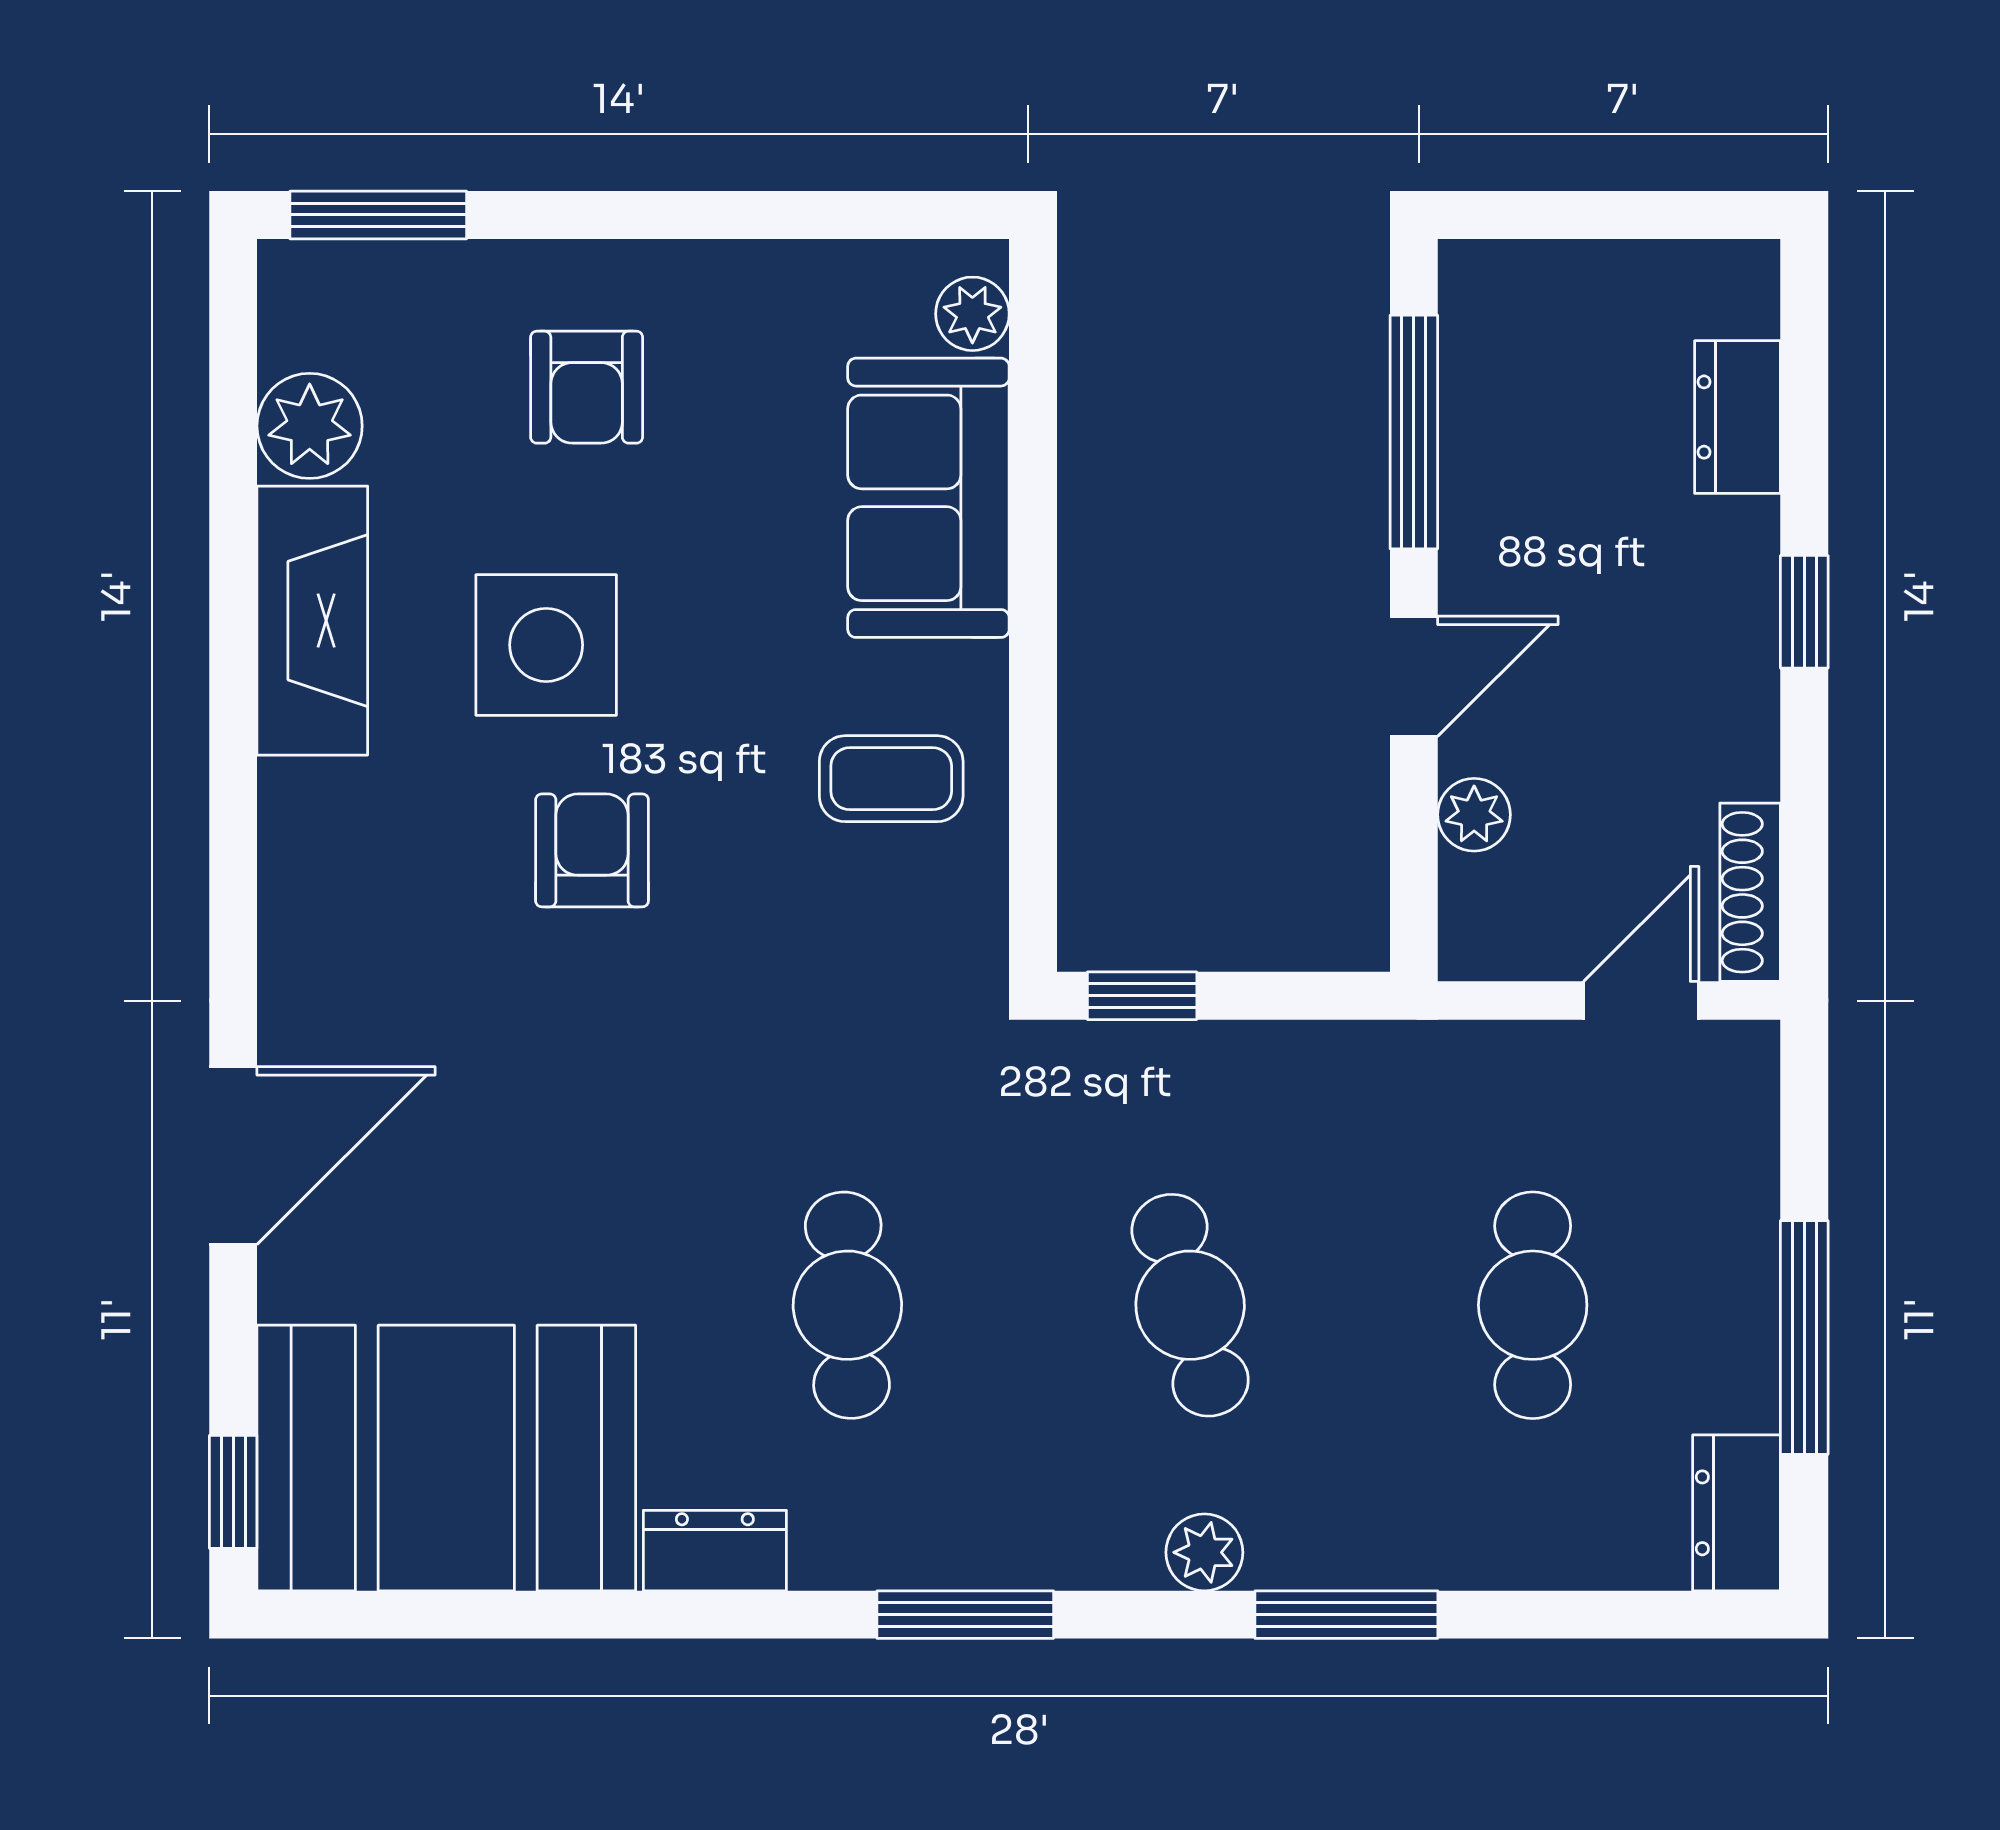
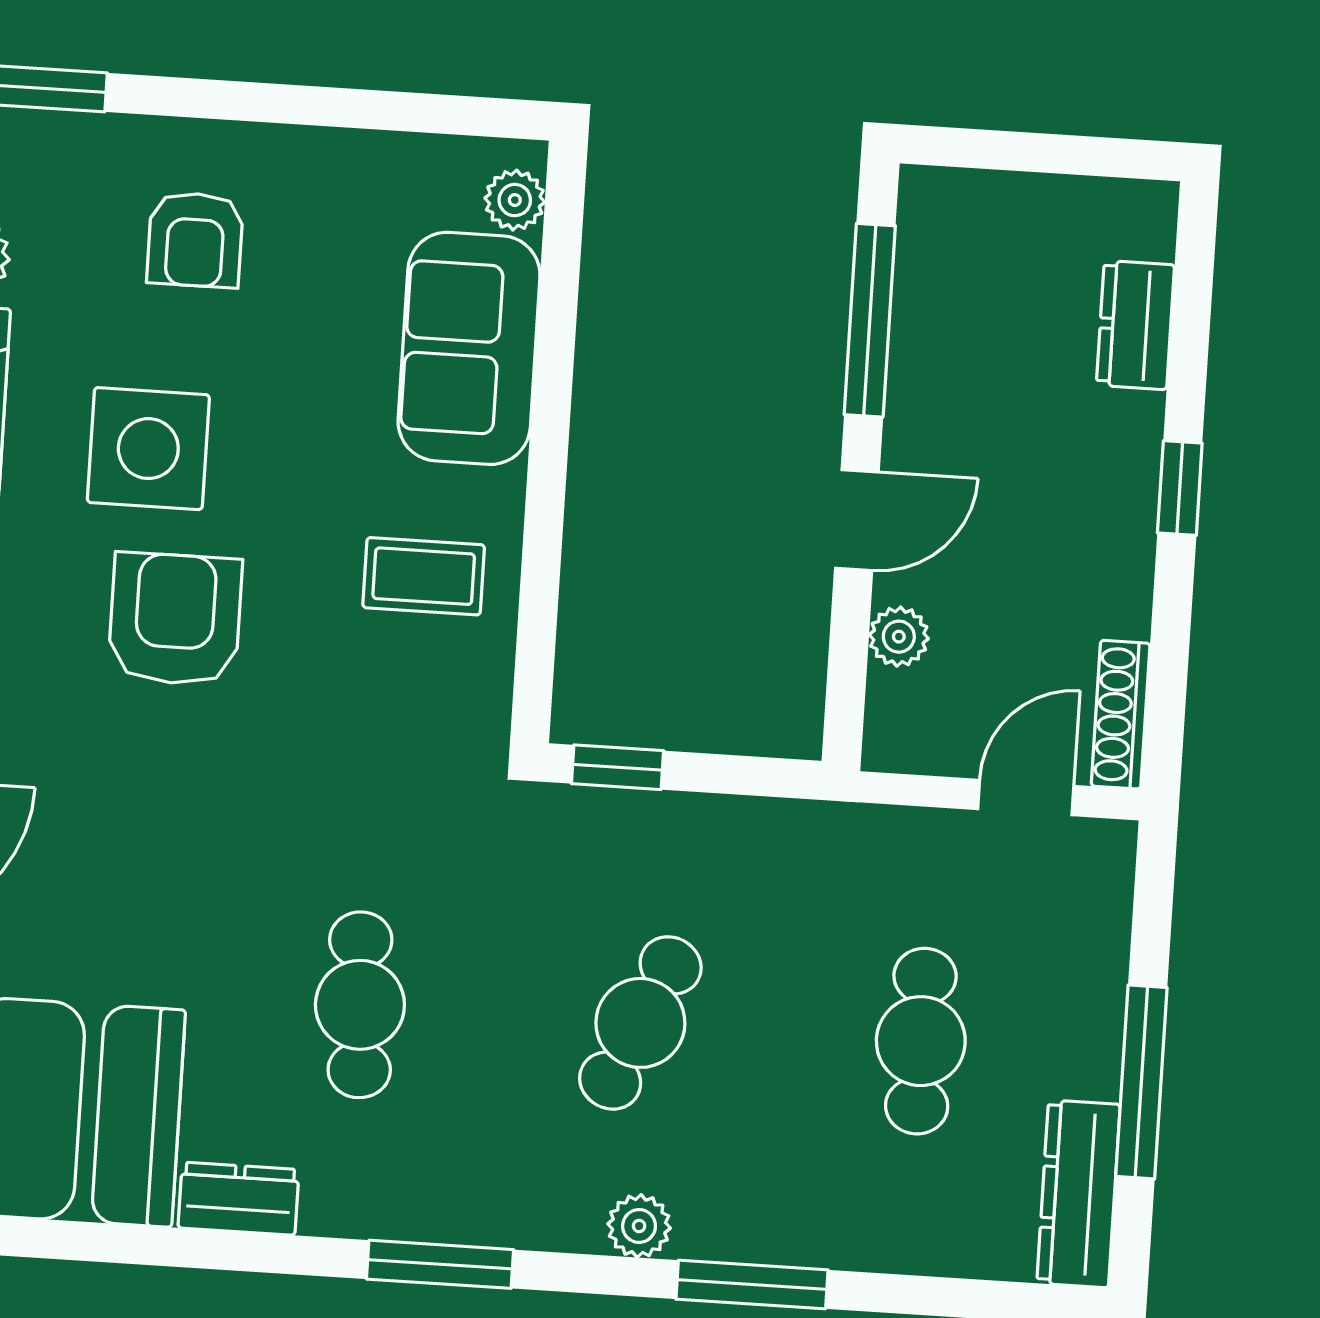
armchair: (592, 850) -> (175, 619), width x1.38, depth x1.38
cafe table: (1190, 1305) -> (640, 1023), turned 39
dresser: (1737, 1513) -> (1078, 1194), width x1.44

